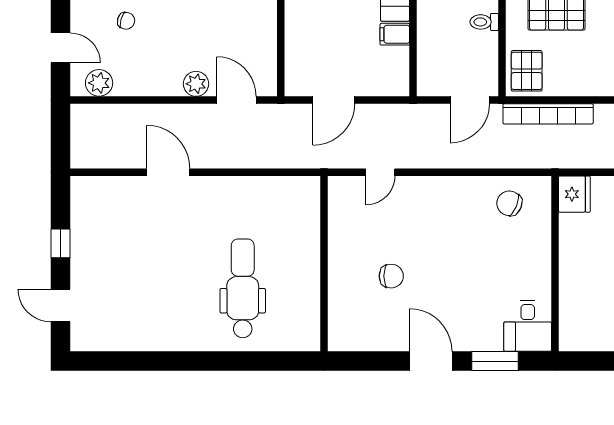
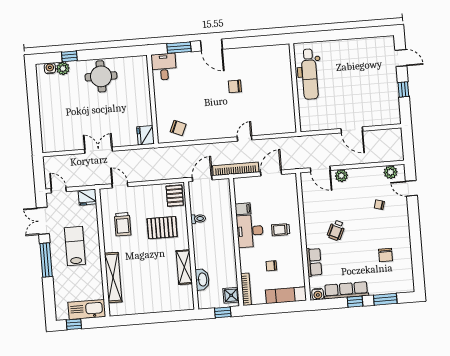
bookcase: (548, 114) -> (236, 169), moved
wall: (324, 264) -> (295, 88), moved

